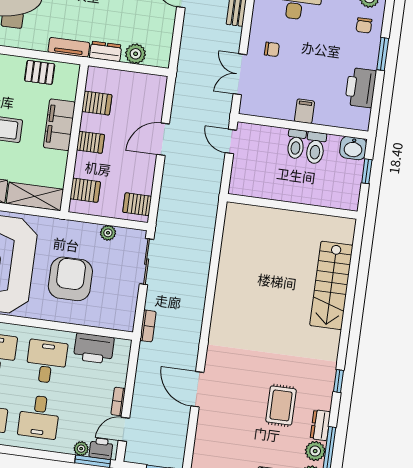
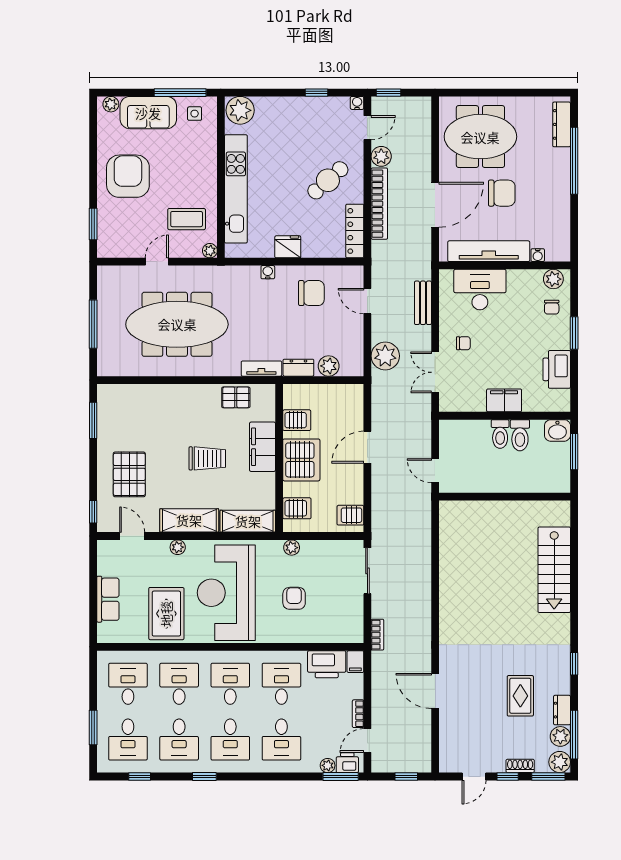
plant: (193, 51) -> (385, 356), added
filing cabinet: (304, 111) -> (504, 400), width x2.00
door: (231, 141) -> (435, 471), moved
server rack: (90, 142) -> (301, 460), width x2.18, depth x1.44
window: (367, 171) -> (574, 452), width x1.50
plant: (108, 233) -> (292, 548), moved
armchair: (70, 279) -> (294, 598), width x0.53, depth x0.53
filing cabinet: (123, 350) -> (355, 662), added

